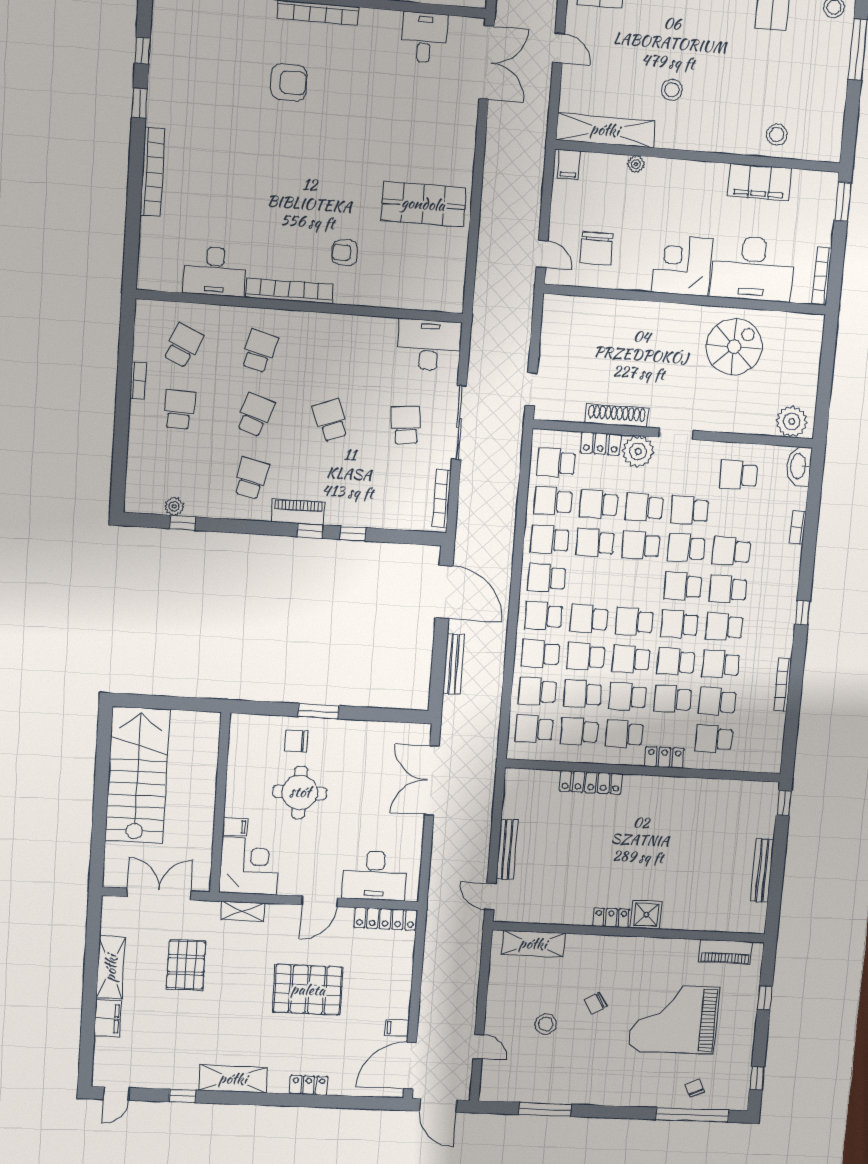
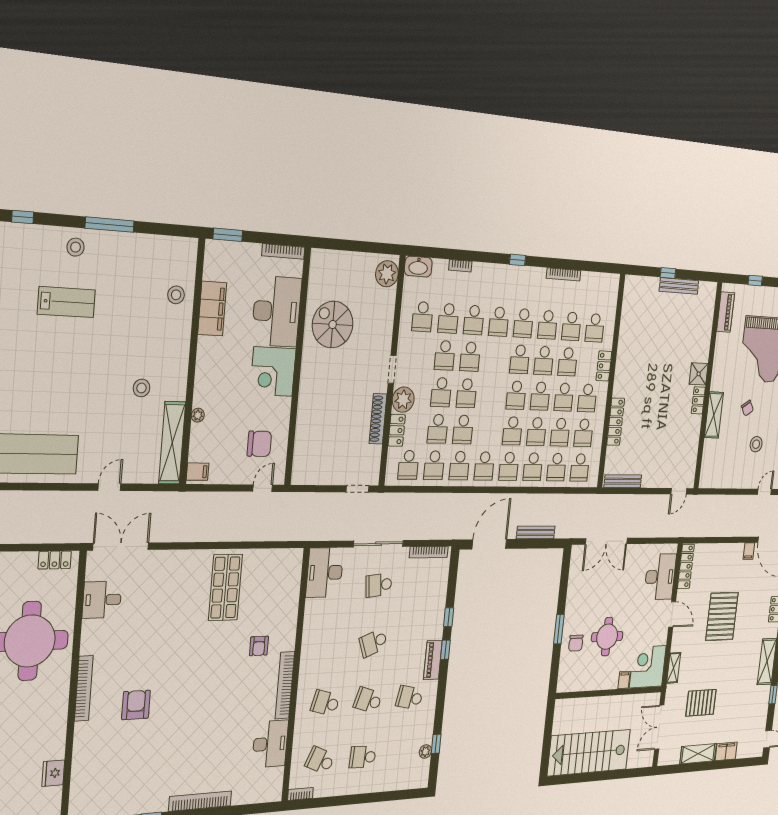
bookcase: (138, 380) -> (300, 794), moved
school desk: (683, 586) -> (448, 318), moved
window: (784, 803) -> (668, 273), moved
bench: (507, 849) -> (623, 481), moved
shelving: (533, 944) -> (714, 415), moved

